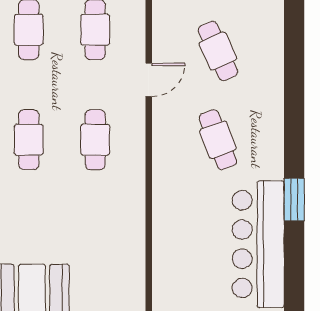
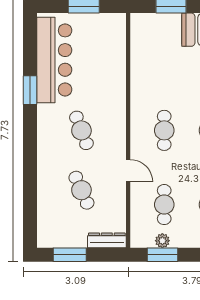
door: (149, 80) -> (128, 171), swing flipped

